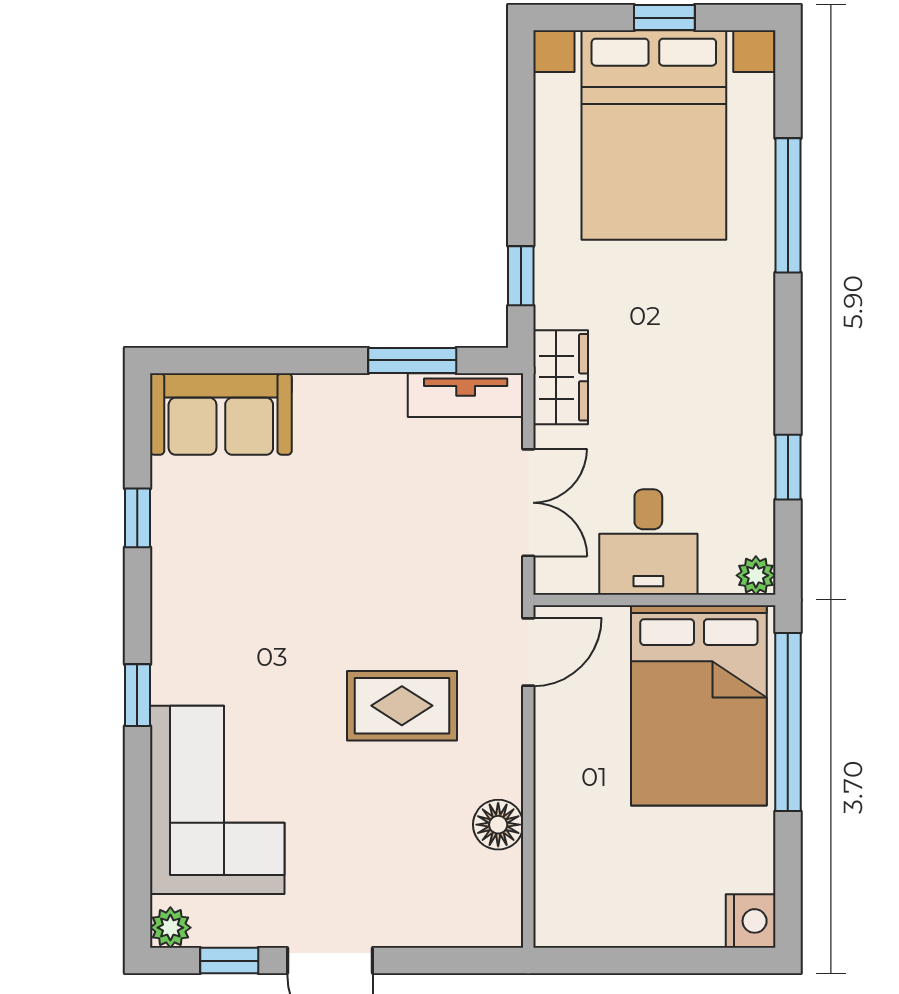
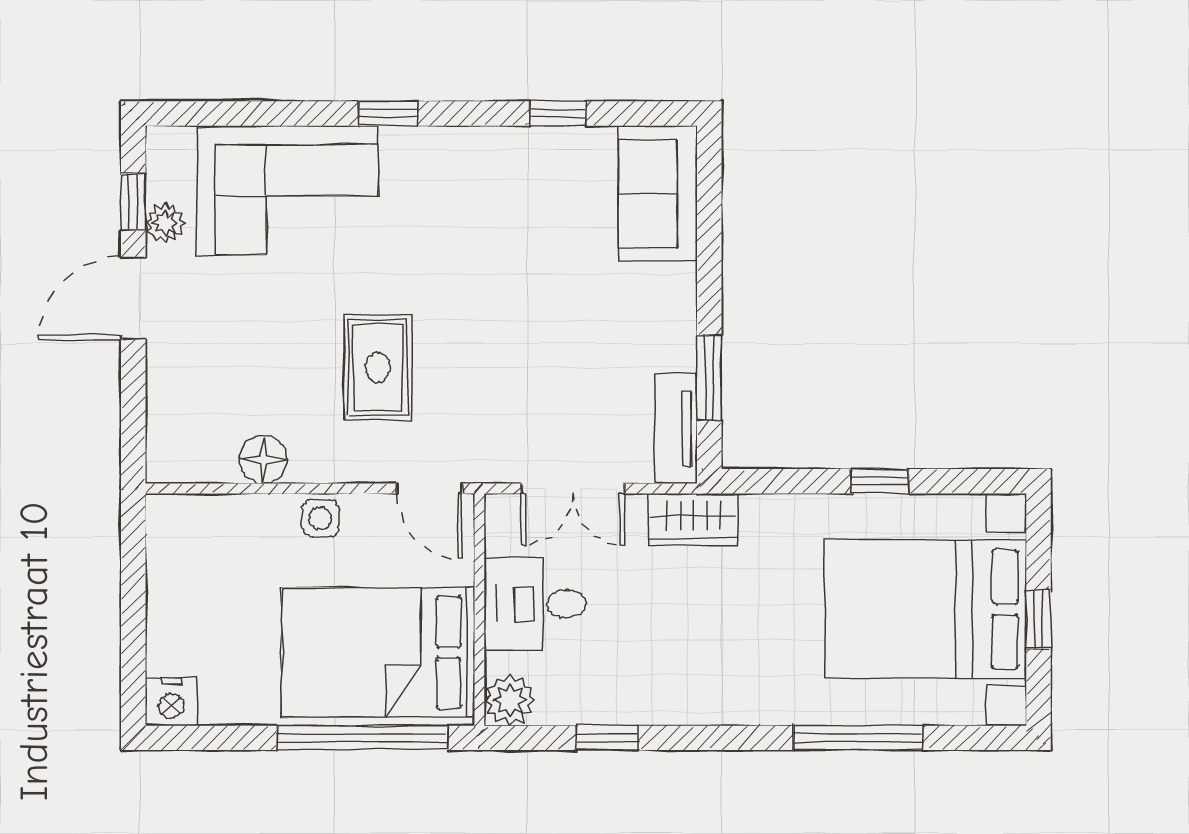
window: (521, 276) -> (880, 481), moved
plant: (756, 575) -> (510, 700), width x1.38, depth x1.38
side table: (559, 766) -> (320, 518), added
plant: (170, 928) -> (165, 223), moved

